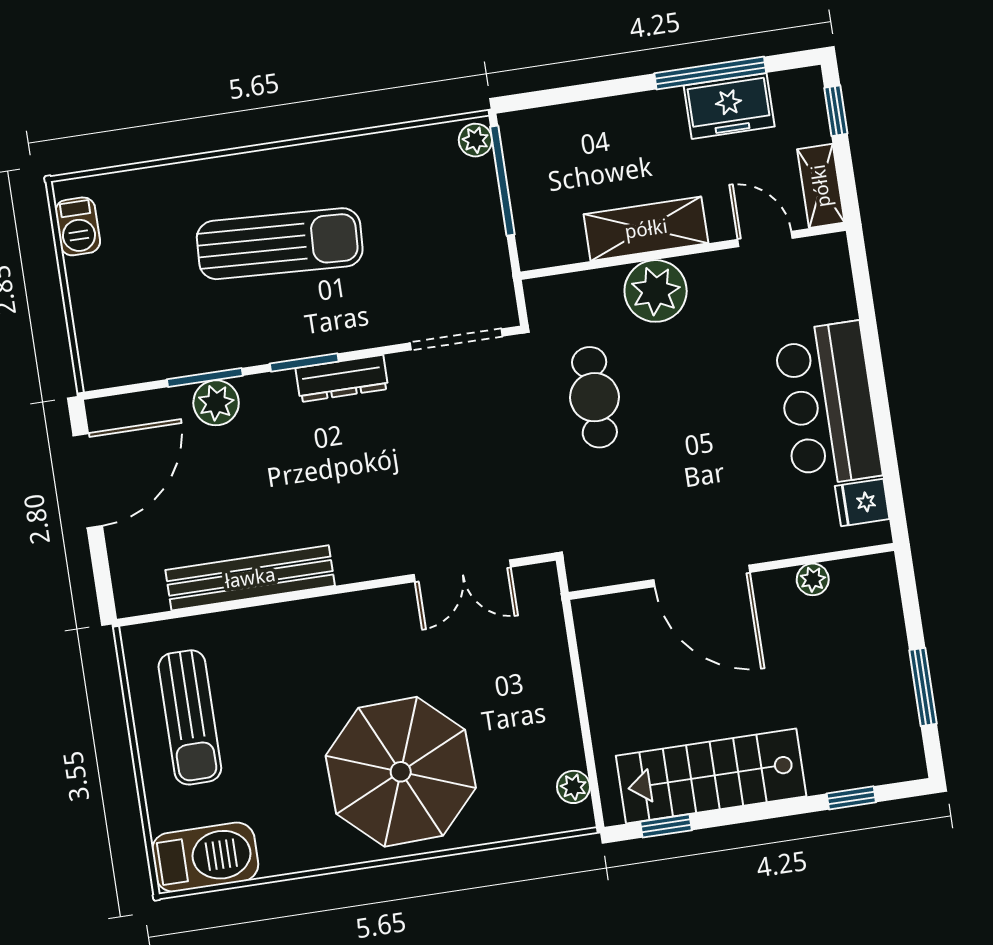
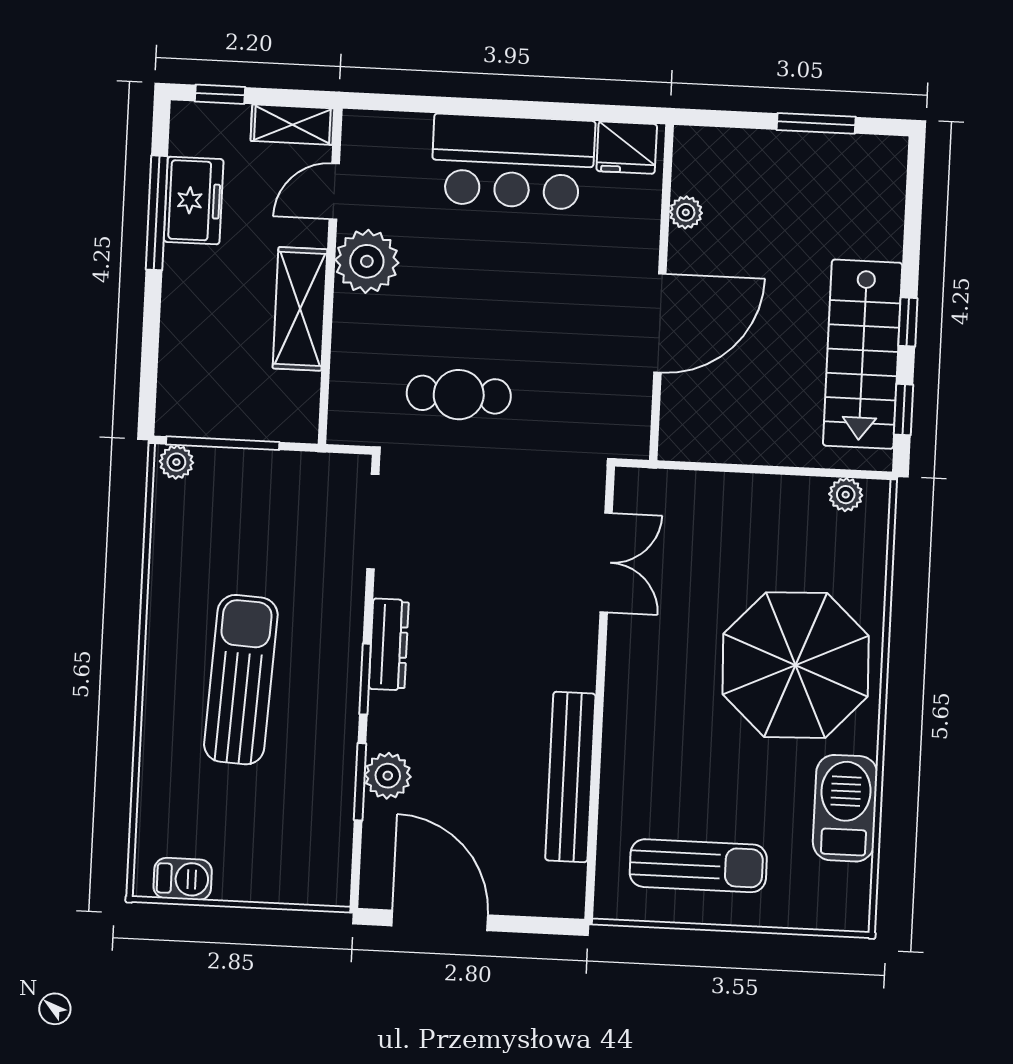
plant: (656, 291) -> (367, 261), moved
fridge: (862, 503) -> (627, 148), width x1.38
window: (851, 798) -> (908, 322), moved
barbecue: (205, 857) -> (845, 808), moved

